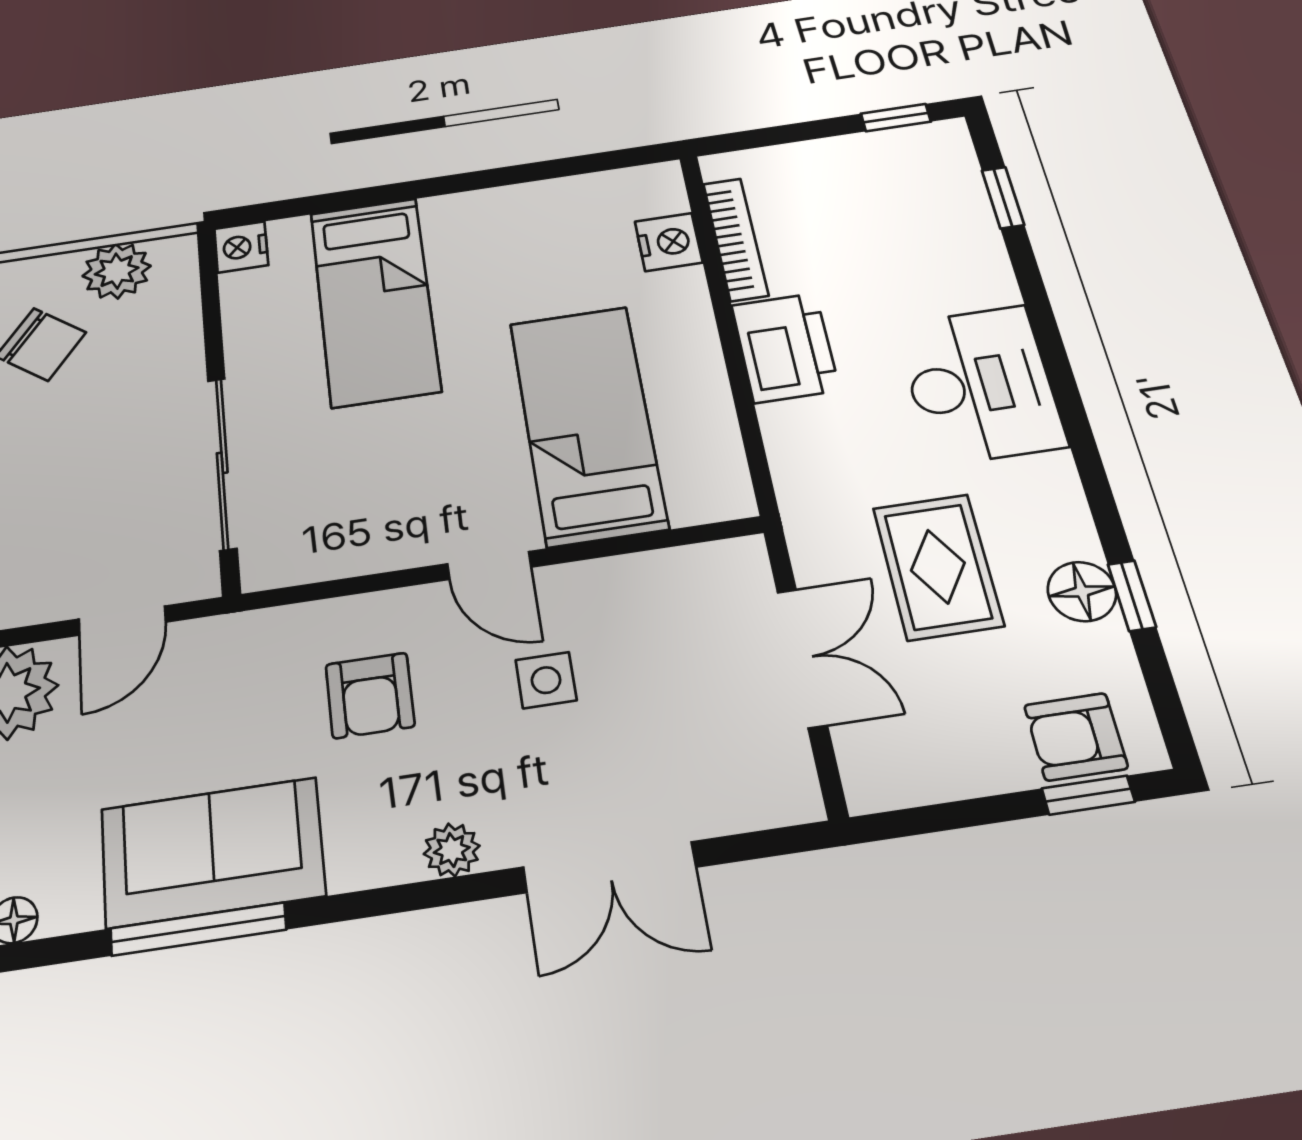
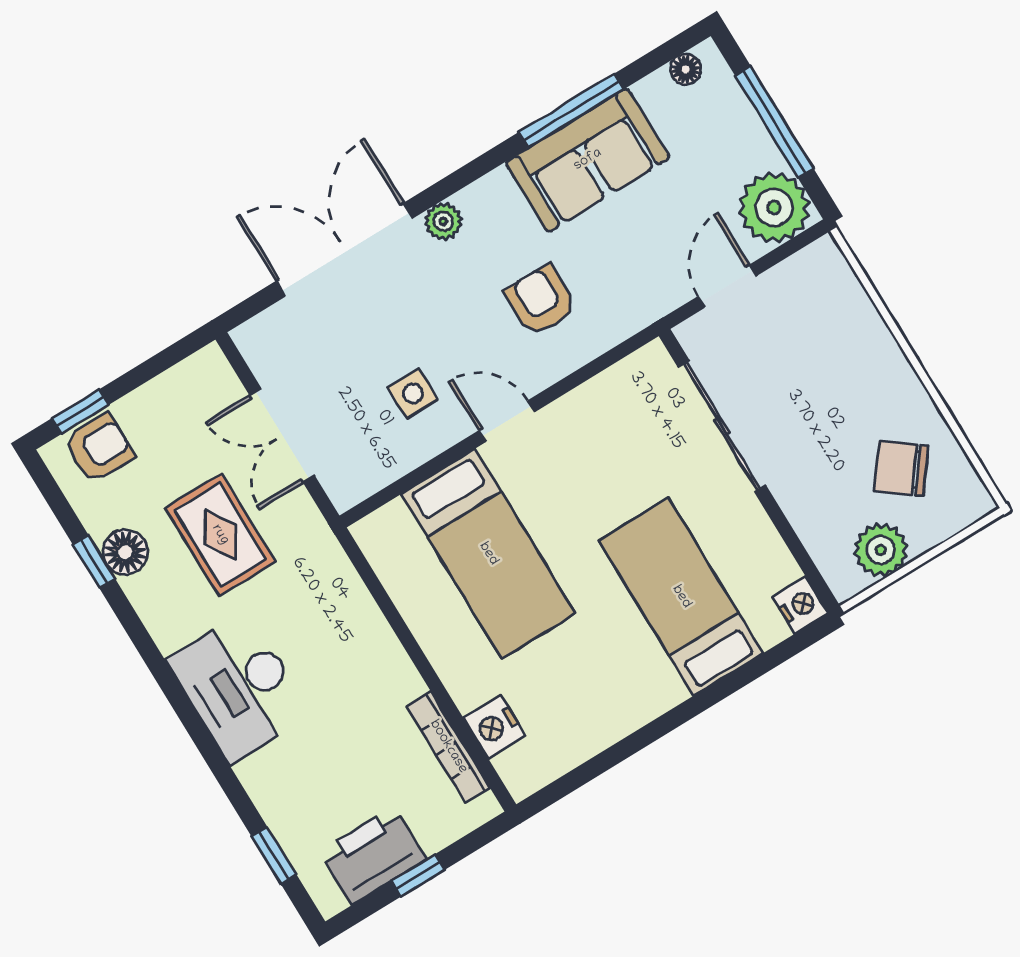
window: (896, 118) -> (418, 875), moved
printer: (785, 347) -> (373, 855), moved, turned 90
side table: (546, 680) -> (413, 393), moved
double door: (609, 867) -> (345, 250), width x1.37

